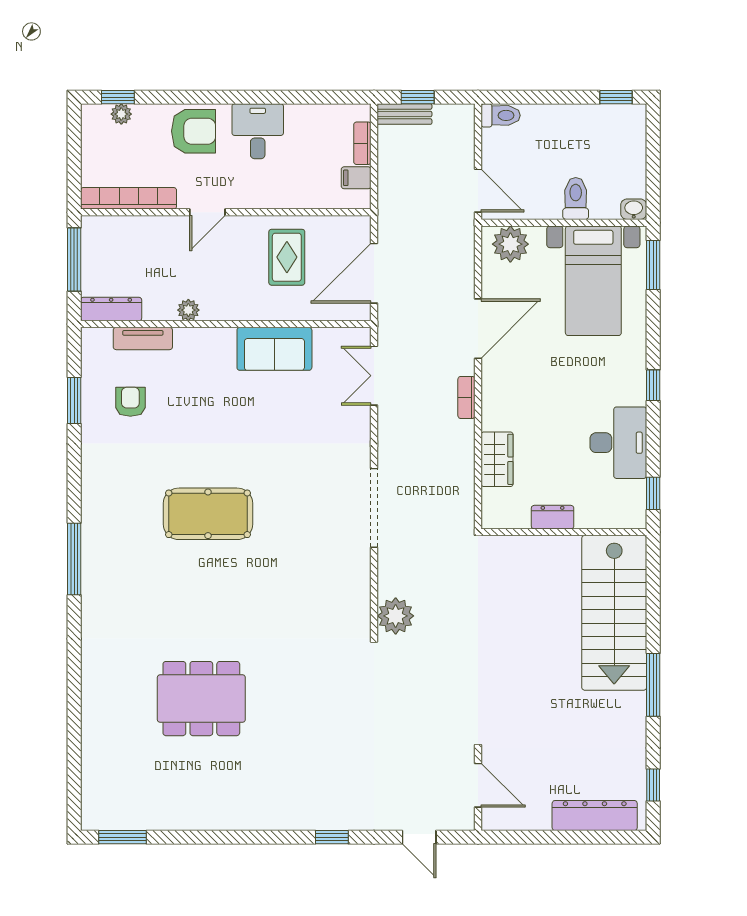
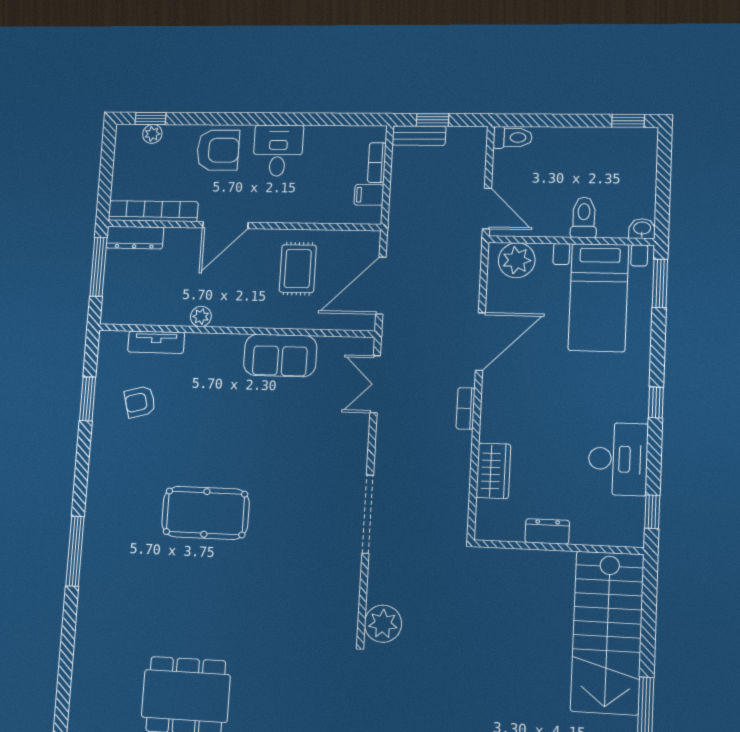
door: (207, 212) -> (225, 225), width x1.38
dresser: (111, 309) -> (135, 238), moved, turned 180
armchair: (130, 402) -> (140, 402), turned -105

